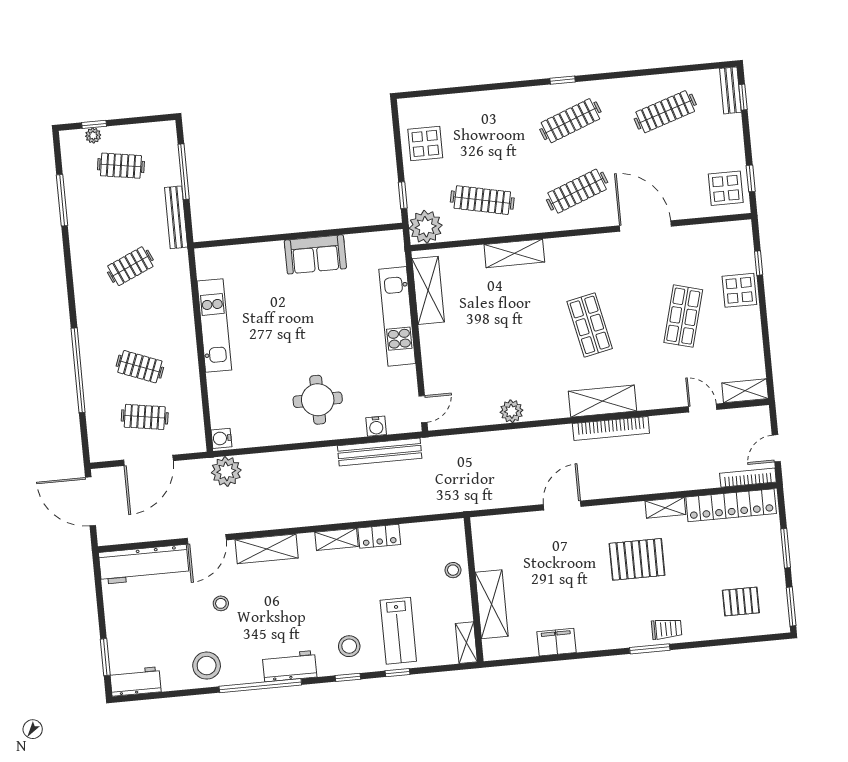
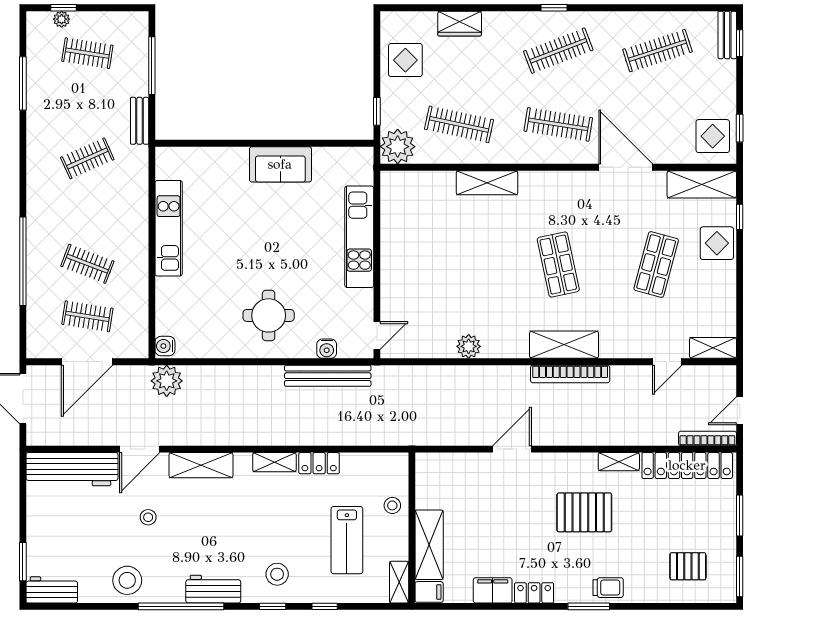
wardrobe: (474, 104) -> (460, 24), added
clothes rail: (577, 191) -> (558, 124), turned 30
bench: (176, 217) -> (140, 121), width x0.73
shelving: (428, 290) -> (702, 184), moved, turned 90
door: (703, 408) -> (667, 362), swing flipped
lab bench: (398, 631) -> (347, 540), moved
locker: (596, 641) -> (534, 593), added
filing cabinet: (496, 649) -> (429, 592), added

